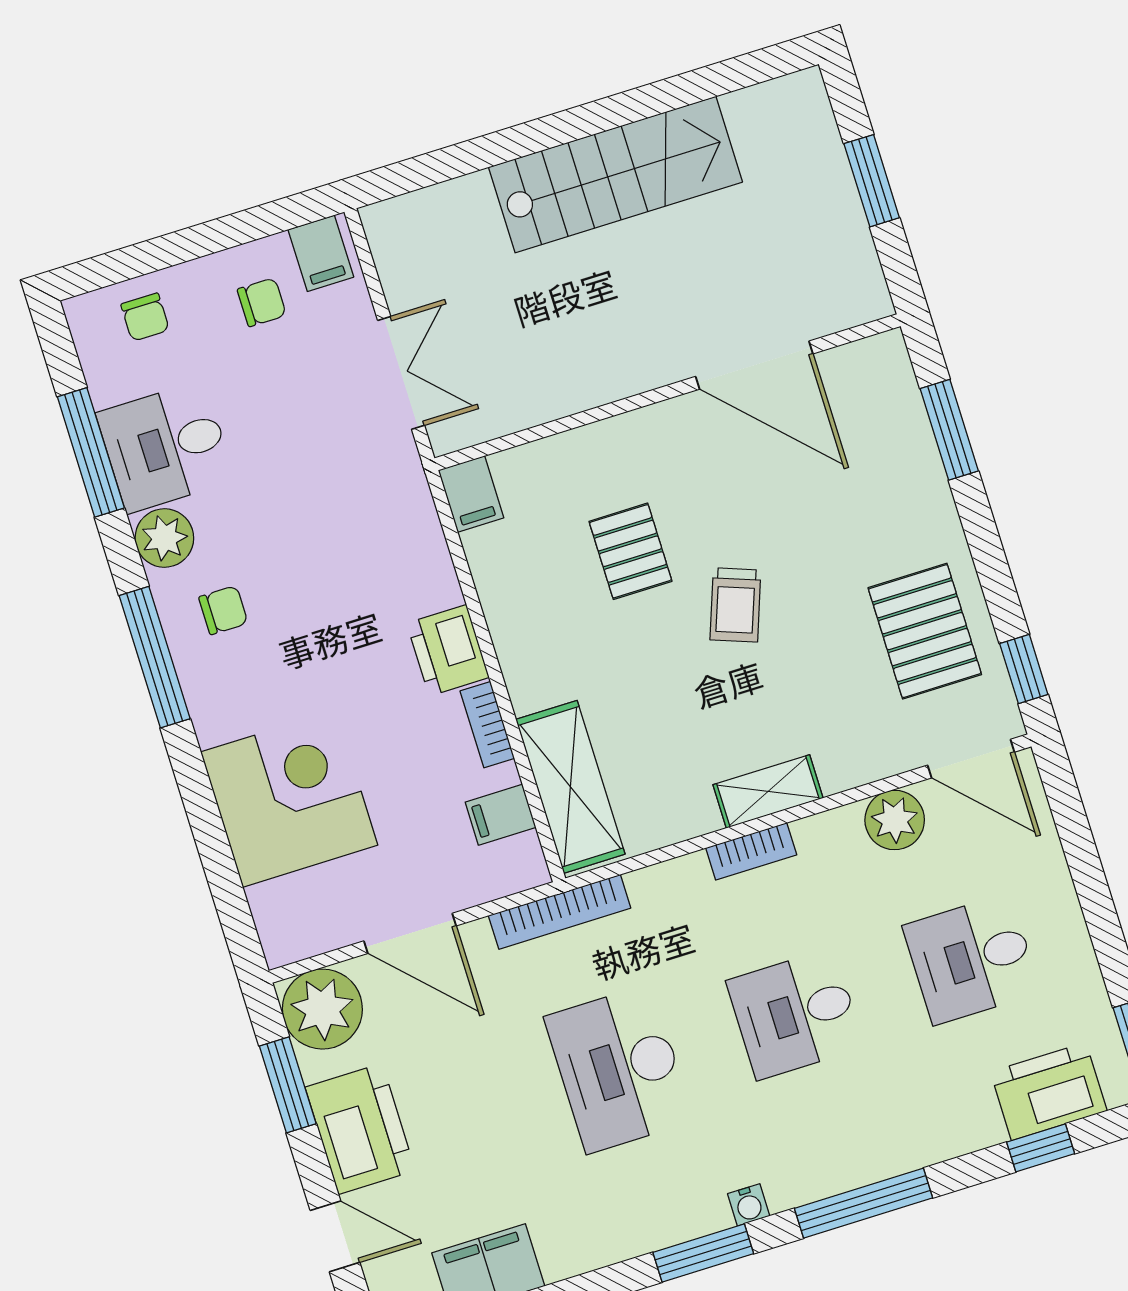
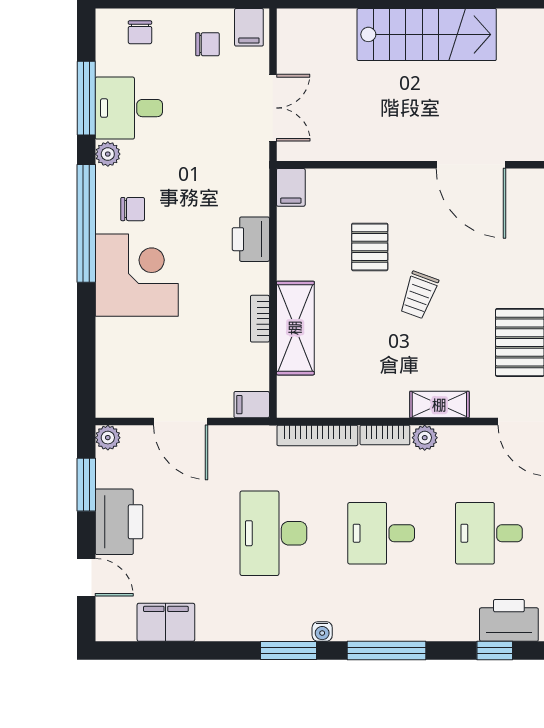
plant: (164, 538) -> (108, 154), width x0.73, depth x0.73
printer: (448, 650) -> (251, 239), moved
window: (155, 657) -> (86, 223), width x1.46
shelving: (570, 787) -> (295, 328), moved
shelving: (768, 791) -> (439, 405), moved
corner desk: (289, 799) -> (137, 275), moved
filing cabinet: (501, 815) -> (252, 405), moved
plant: (895, 820) -> (425, 438), moved, width x0.73, depth x0.73
bookcase: (560, 912) -> (317, 435), moved
plant: (322, 1009) -> (108, 438), width x0.53, depth x0.53

